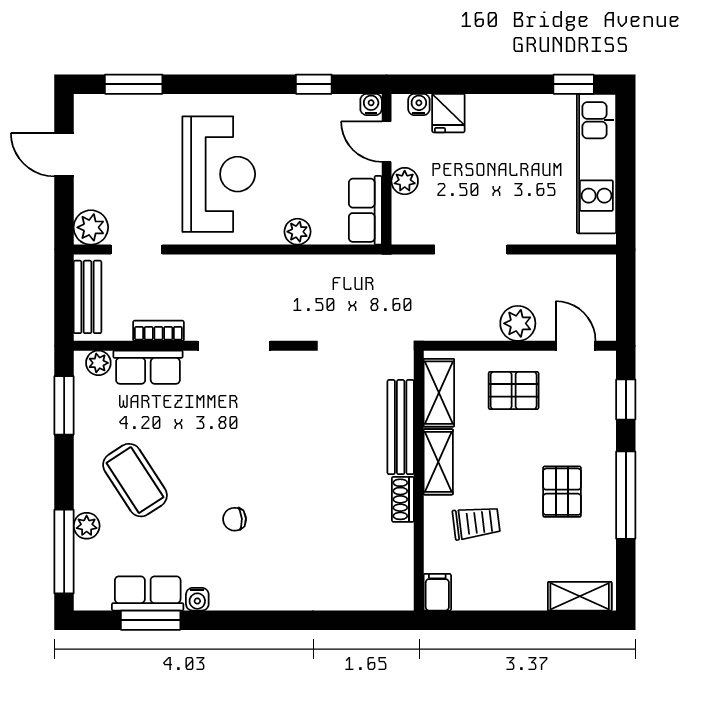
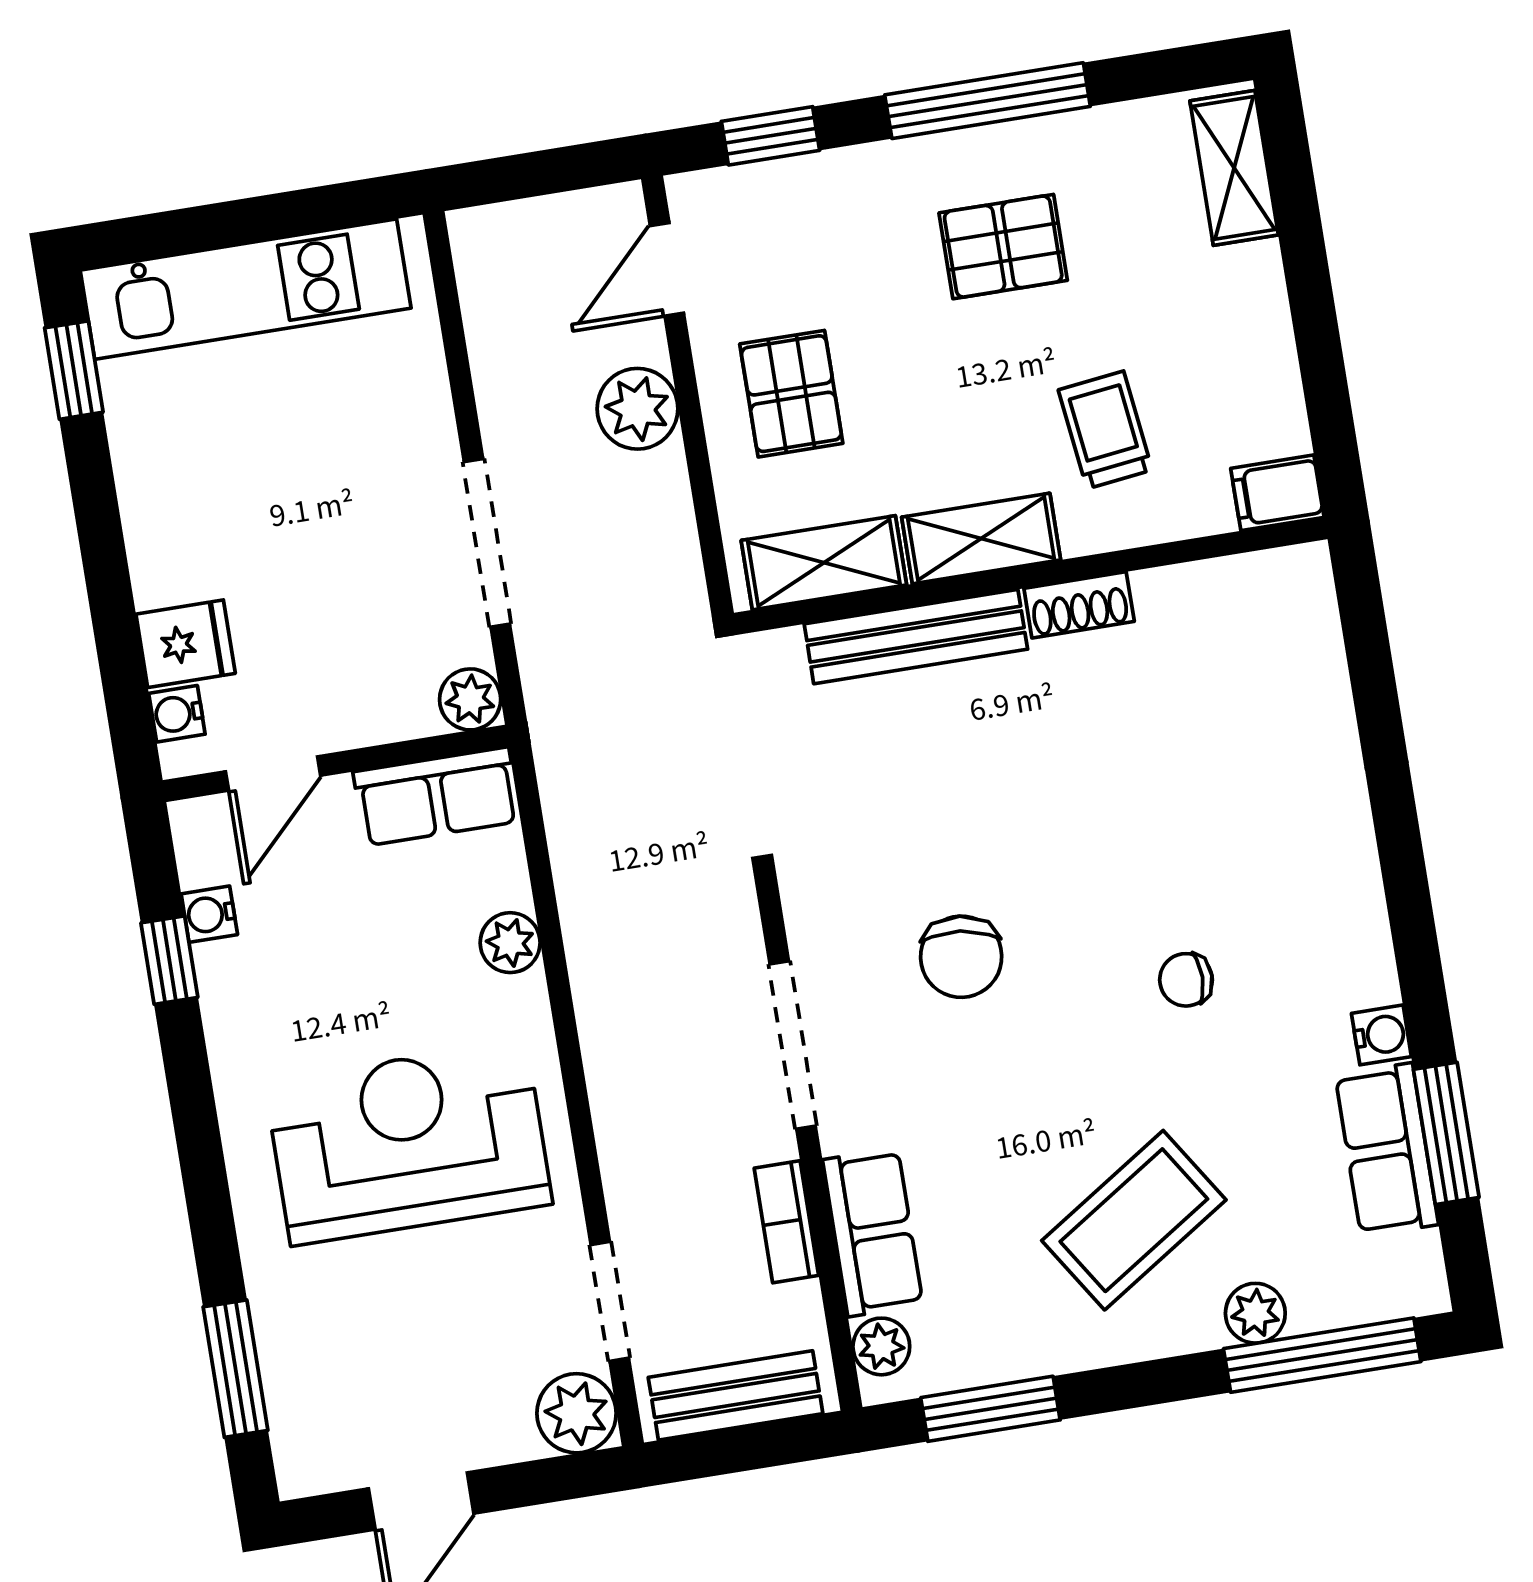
water cooler: (371, 104) -> (209, 914), moved
plant: (405, 181) -> (470, 699), moved
chair: (260, 424) -> (961, 957), added
chair: (235, 519) -> (1186, 980), turned 94

